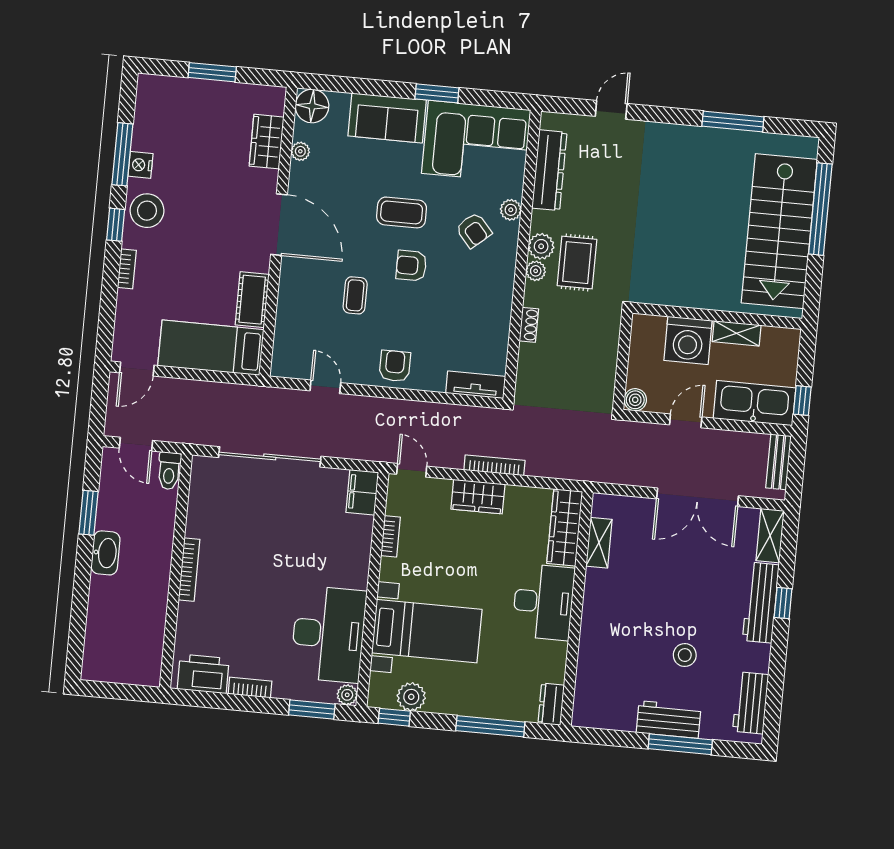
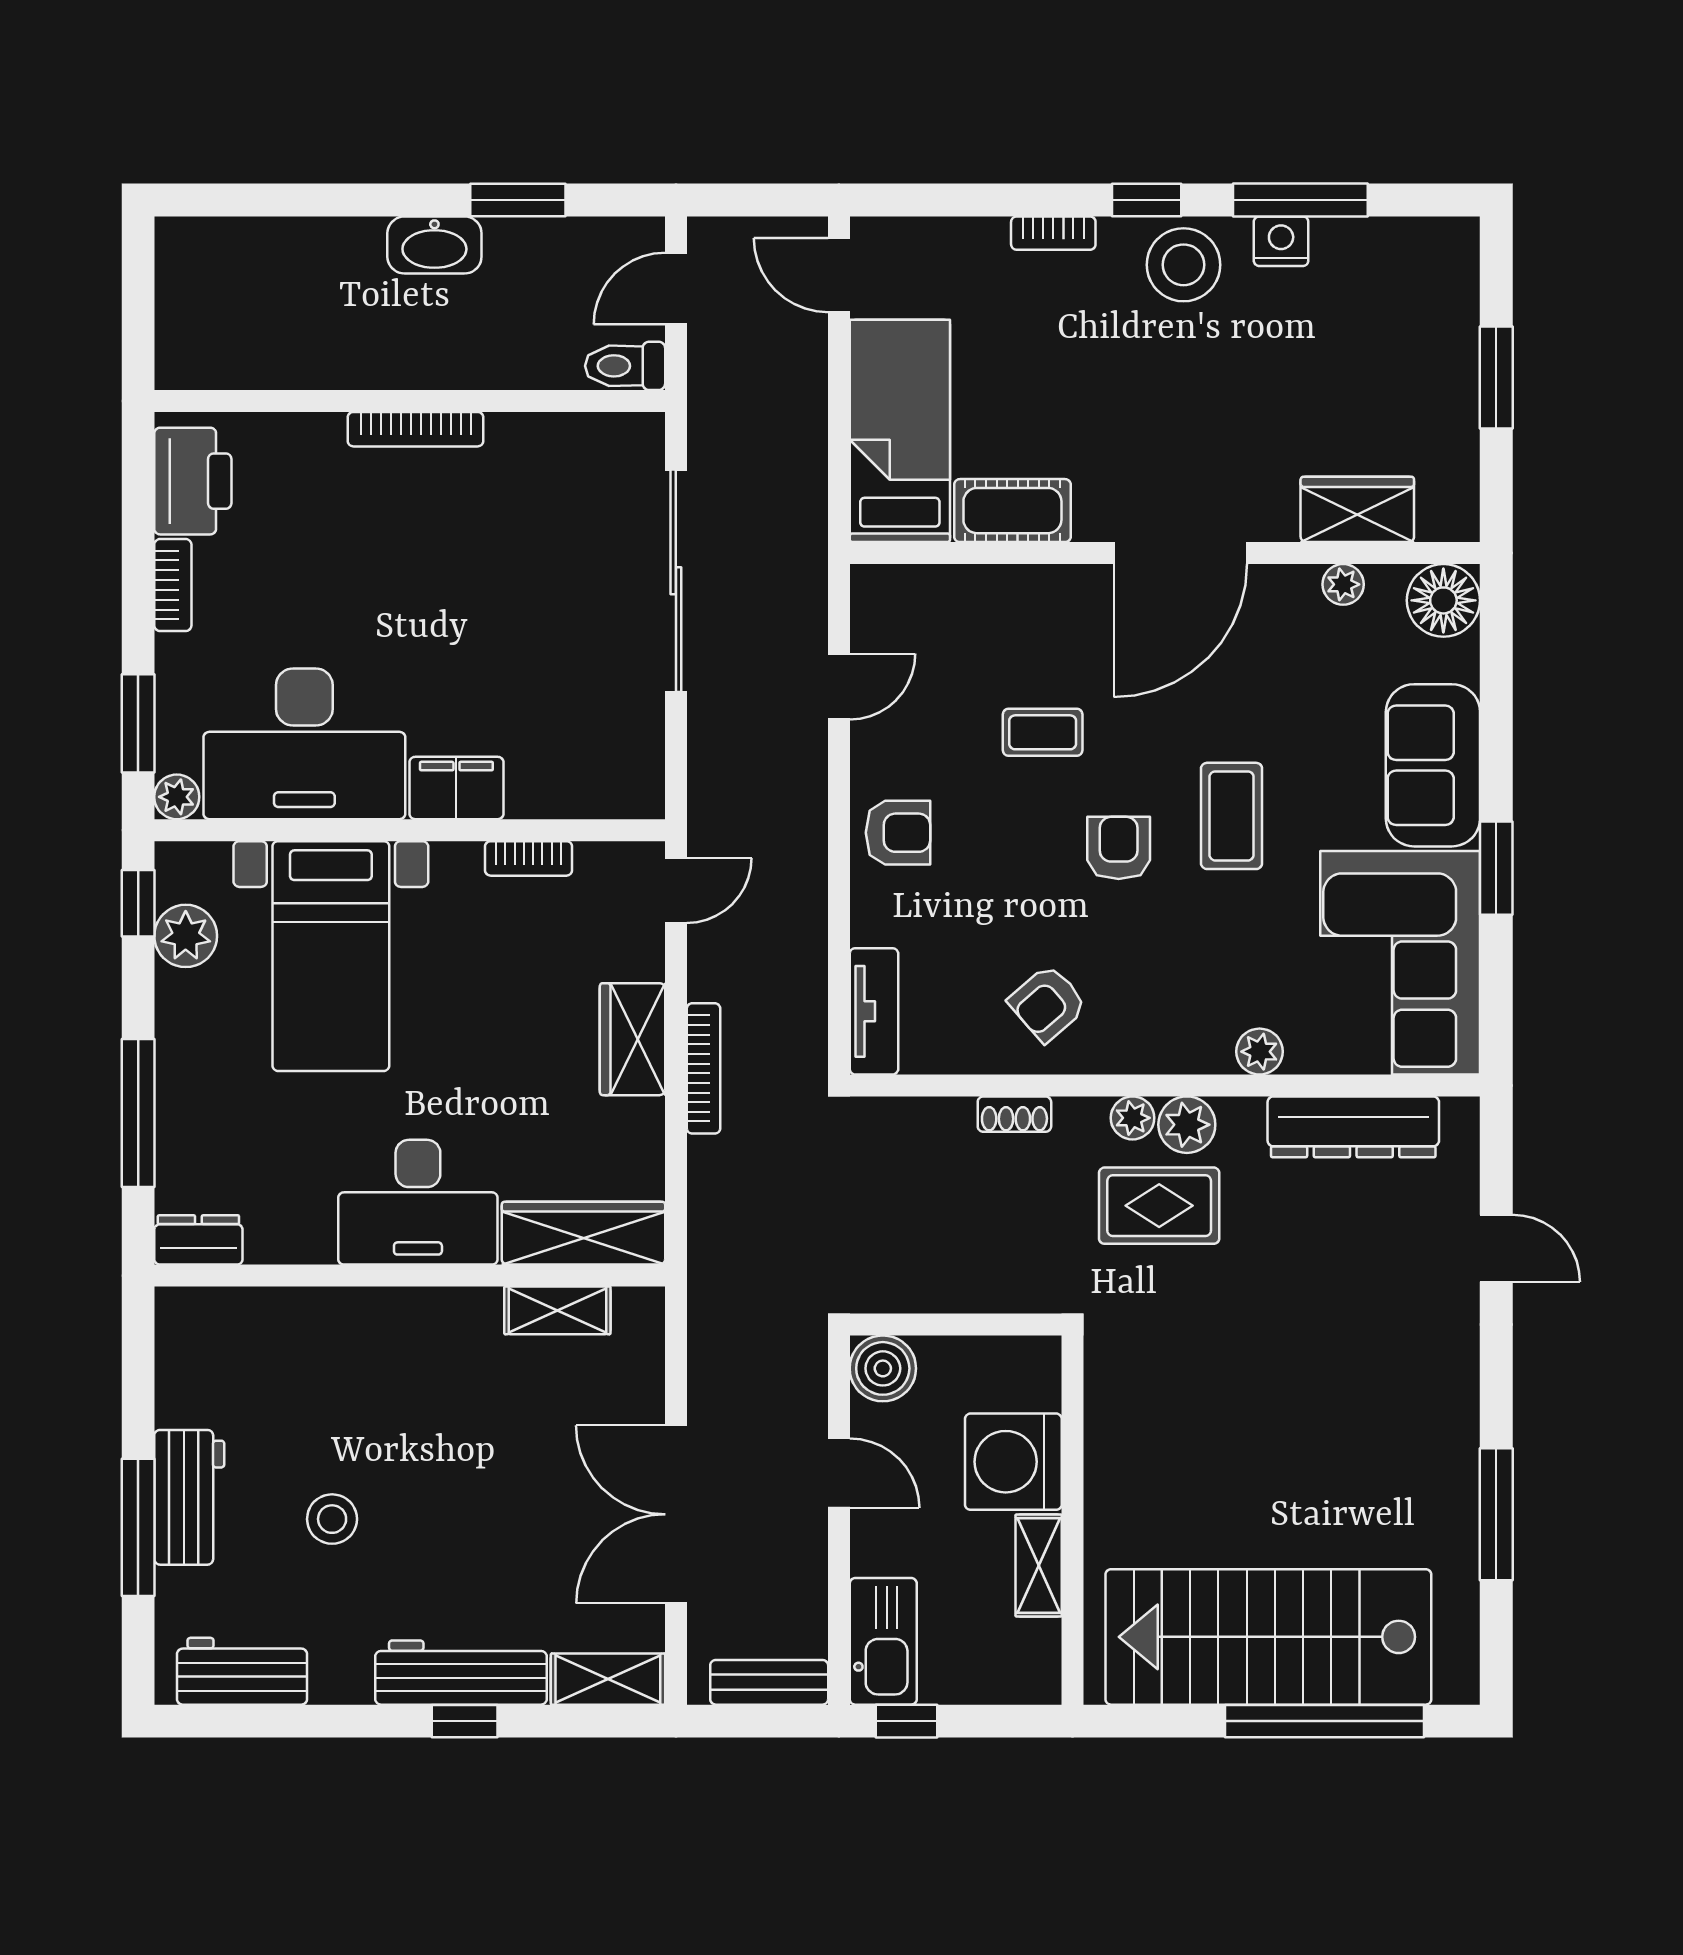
armchair: (474, 230) -> (1048, 1003), moved
boiler: (635, 400) -> (883, 1368), width x1.36, depth x1.36
kitchen sink: (754, 403) -> (883, 1641), width x0.73, depth x0.81
filing cabinet: (362, 492) -> (456, 788), moved

